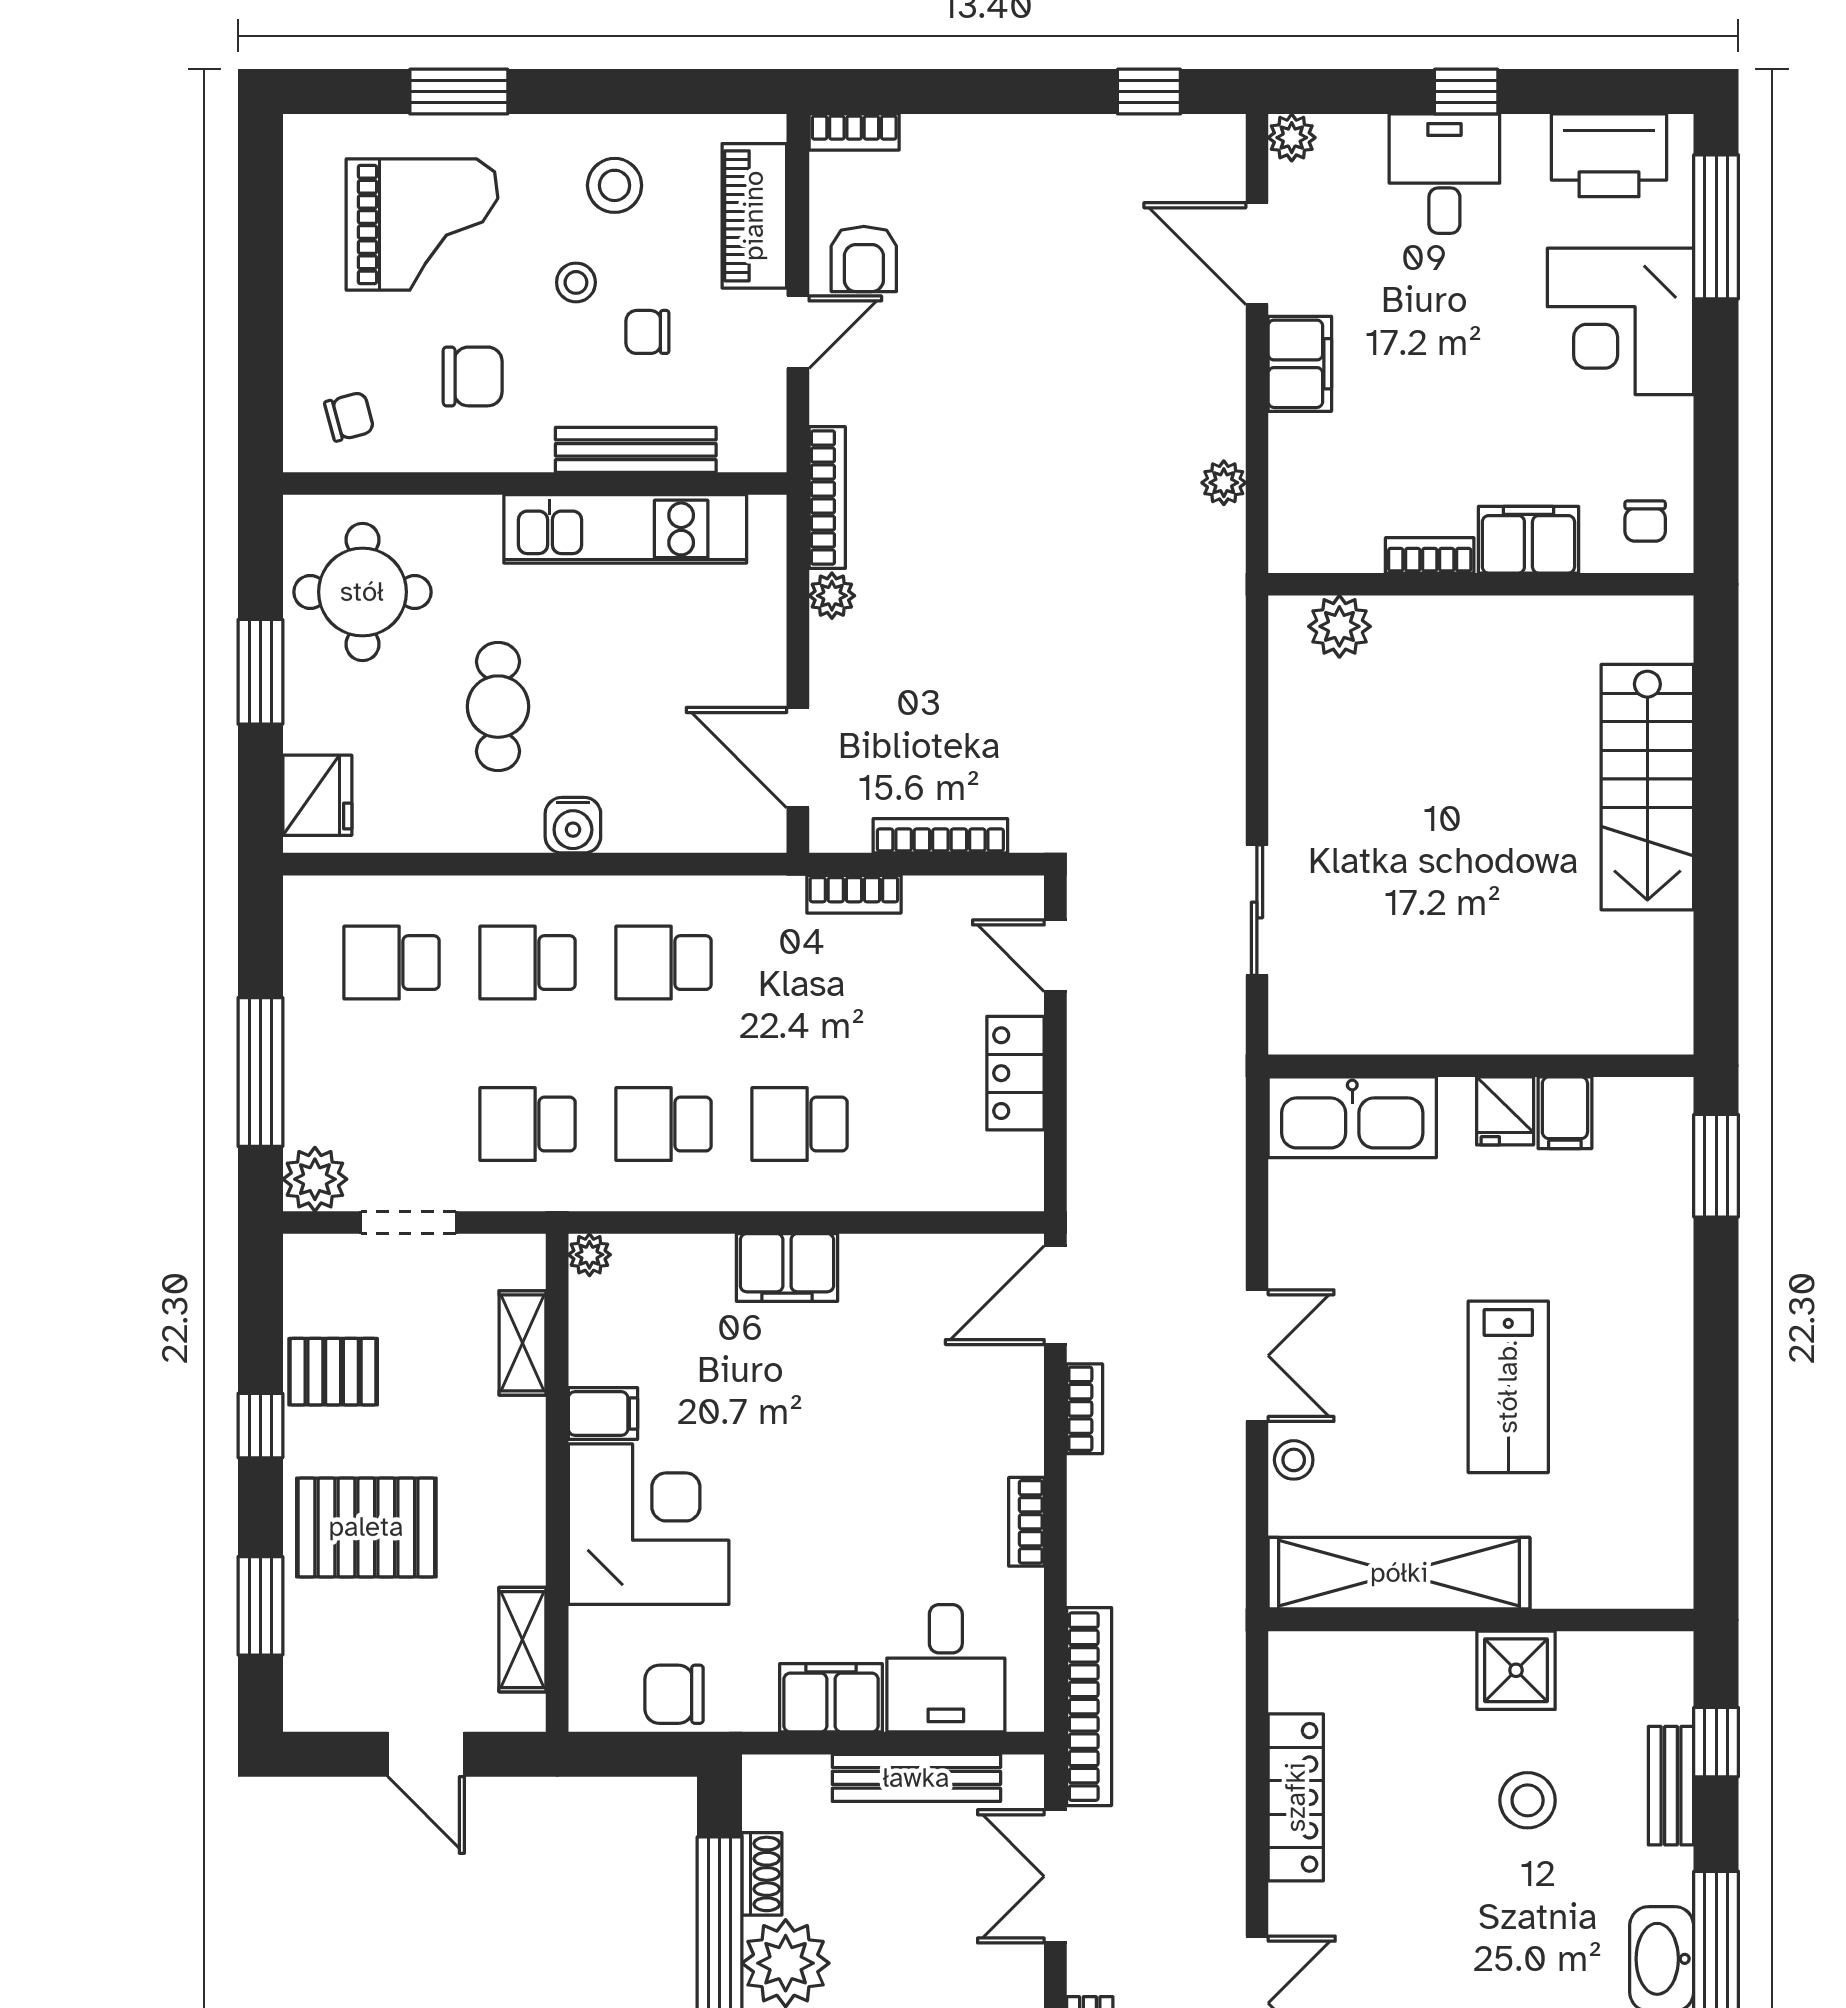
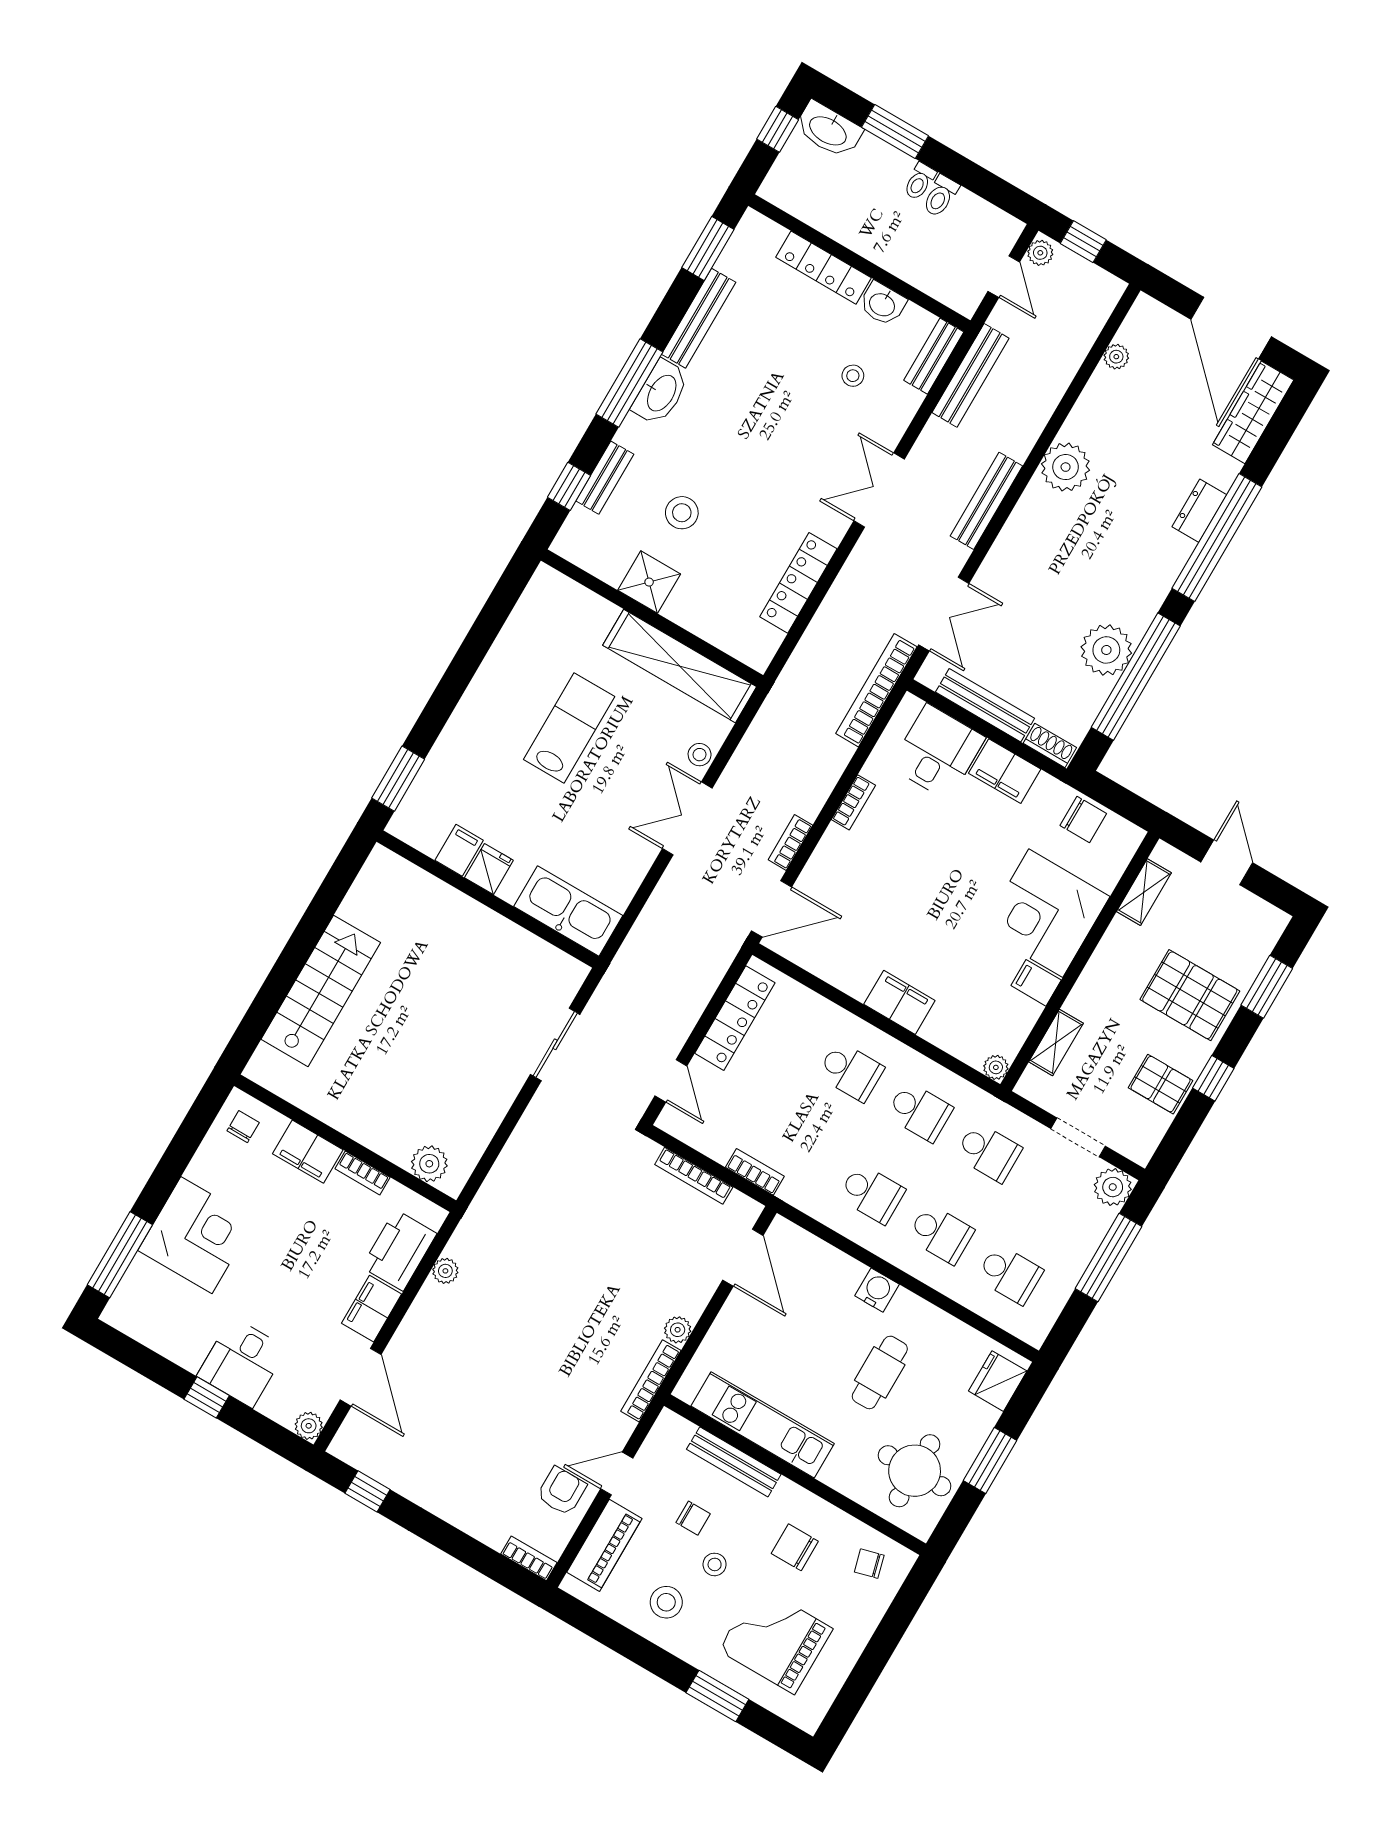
printer: (1609, 155) -> (399, 1250), moved, turned -90
locker: (1016, 1073) -> (735, 1018), width x1.53
shoe rack: (762, 1874) -> (1050, 745), moved, turned 90

